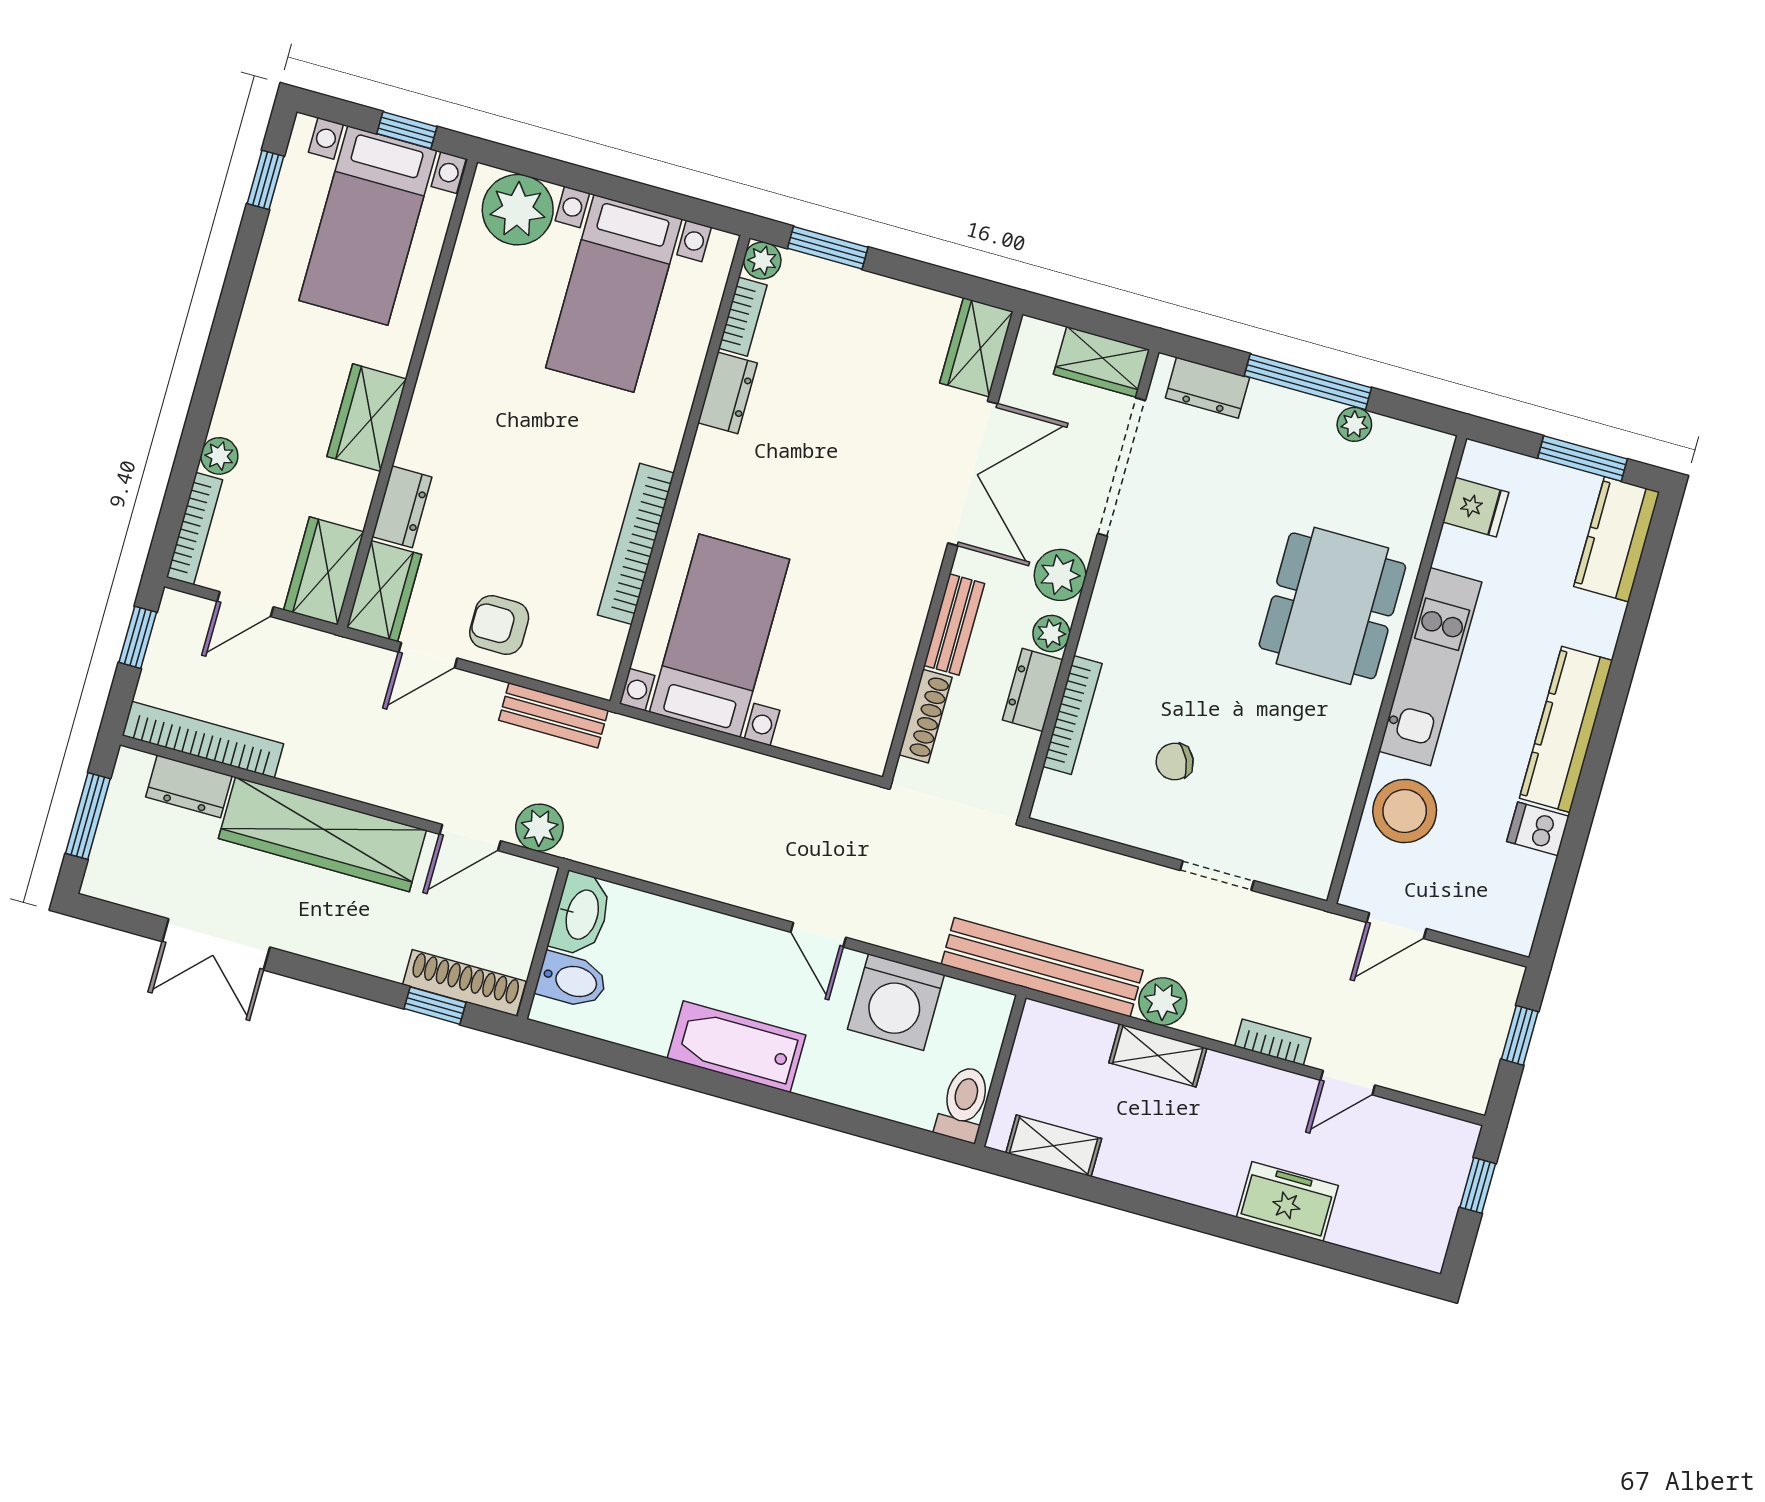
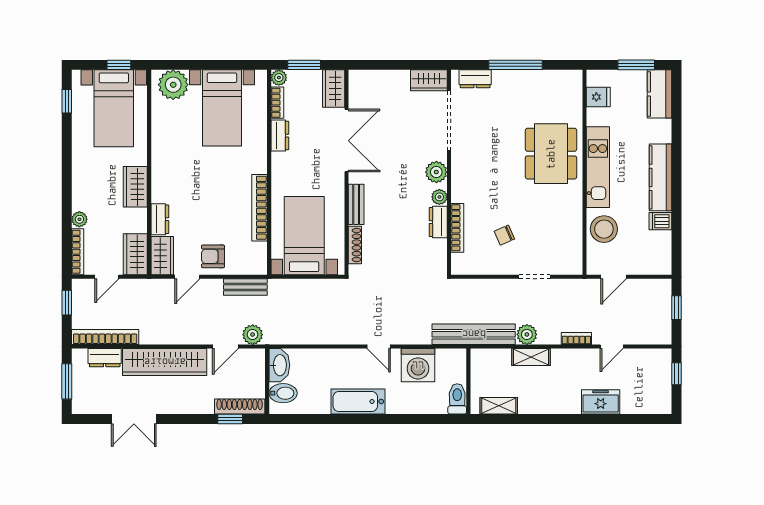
wardrobe: (976, 347) -> (334, 89), moved
plant: (1354, 424) -> (539, 77), removed
double door: (973, 473) -> (346, 141), moved
wall: (953, 546) -> (346, 172), moved
bench: (954, 624) -> (356, 204), moved
shoe rack: (925, 716) -> (355, 245), moved

